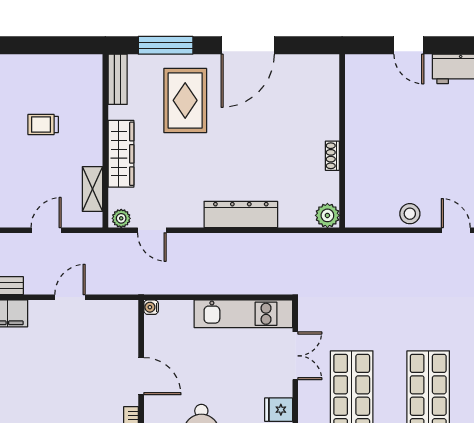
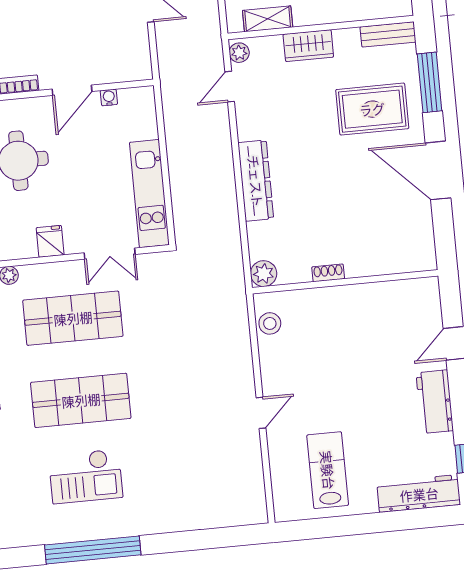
wardrobe: (121, 154) -> (308, 46), width x0.67
stool: (410, 214) -> (270, 323), moved
water cooler: (151, 307) -> (109, 97), moved

